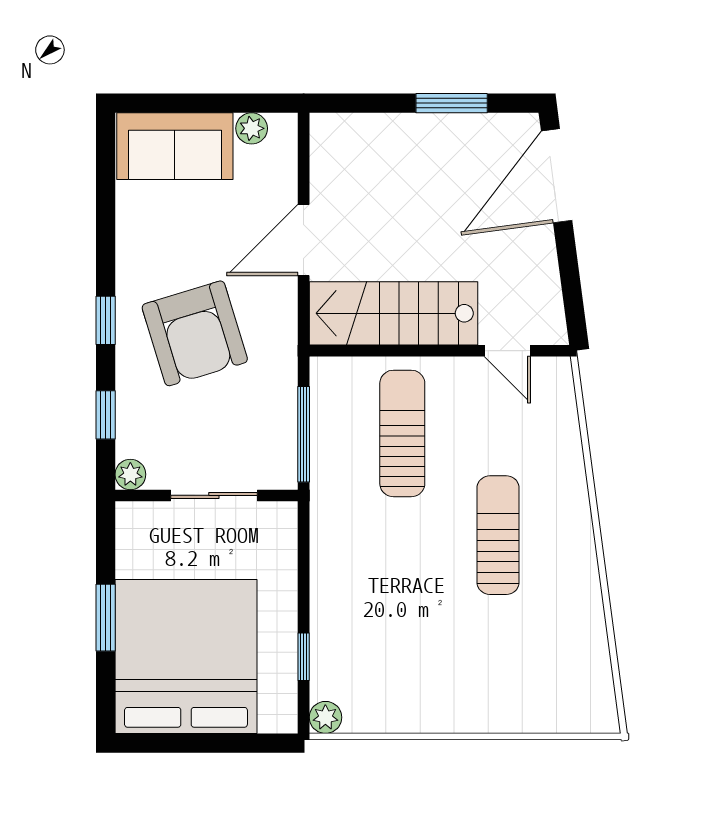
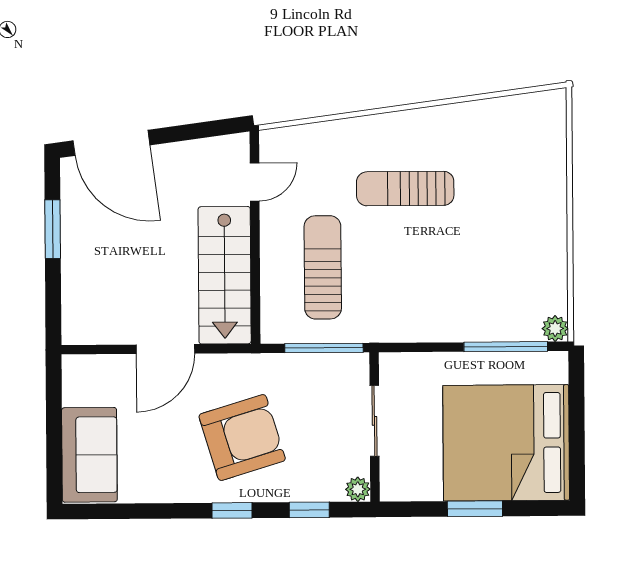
plant: (252, 128) -> (74, 392), removed
door: (304, 240) -> (165, 349), hinge flipped
sun lounger: (402, 433) -> (323, 267), turned 90
window: (304, 657) -> (506, 347), width x2.17

